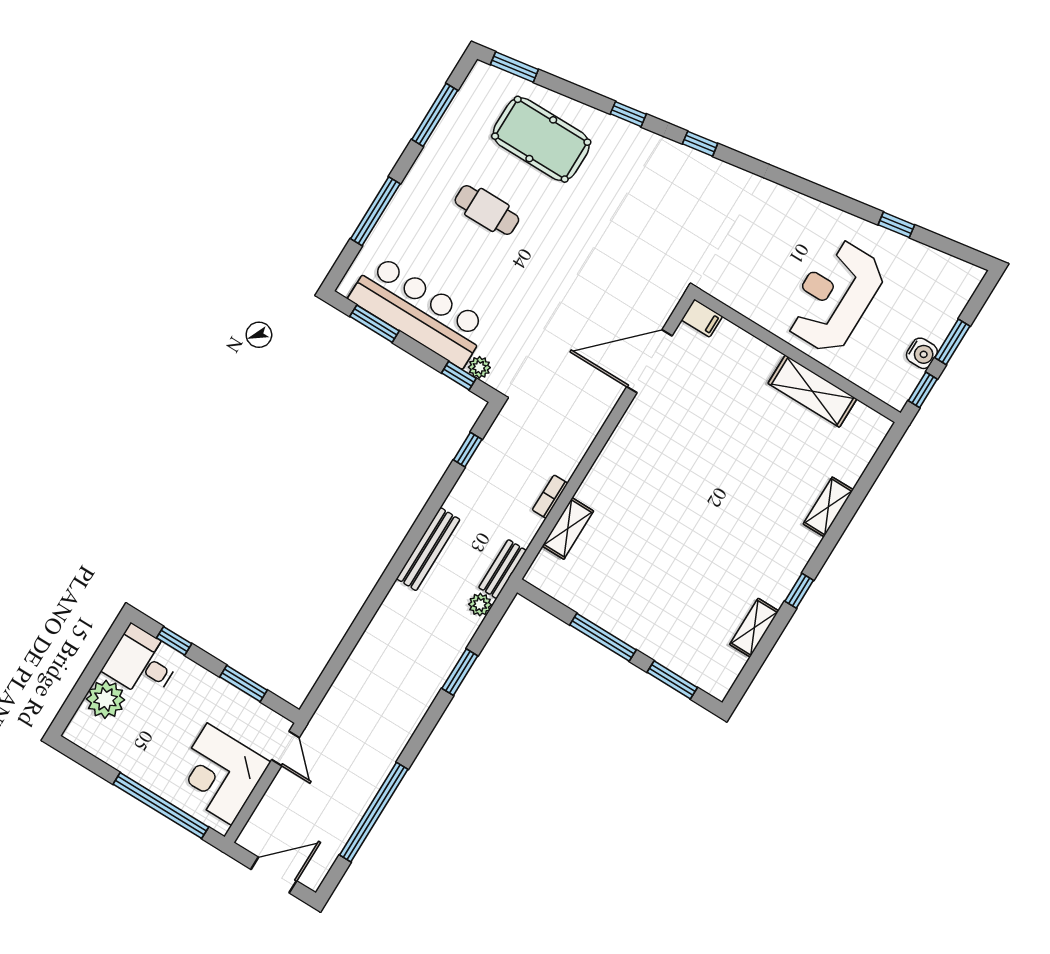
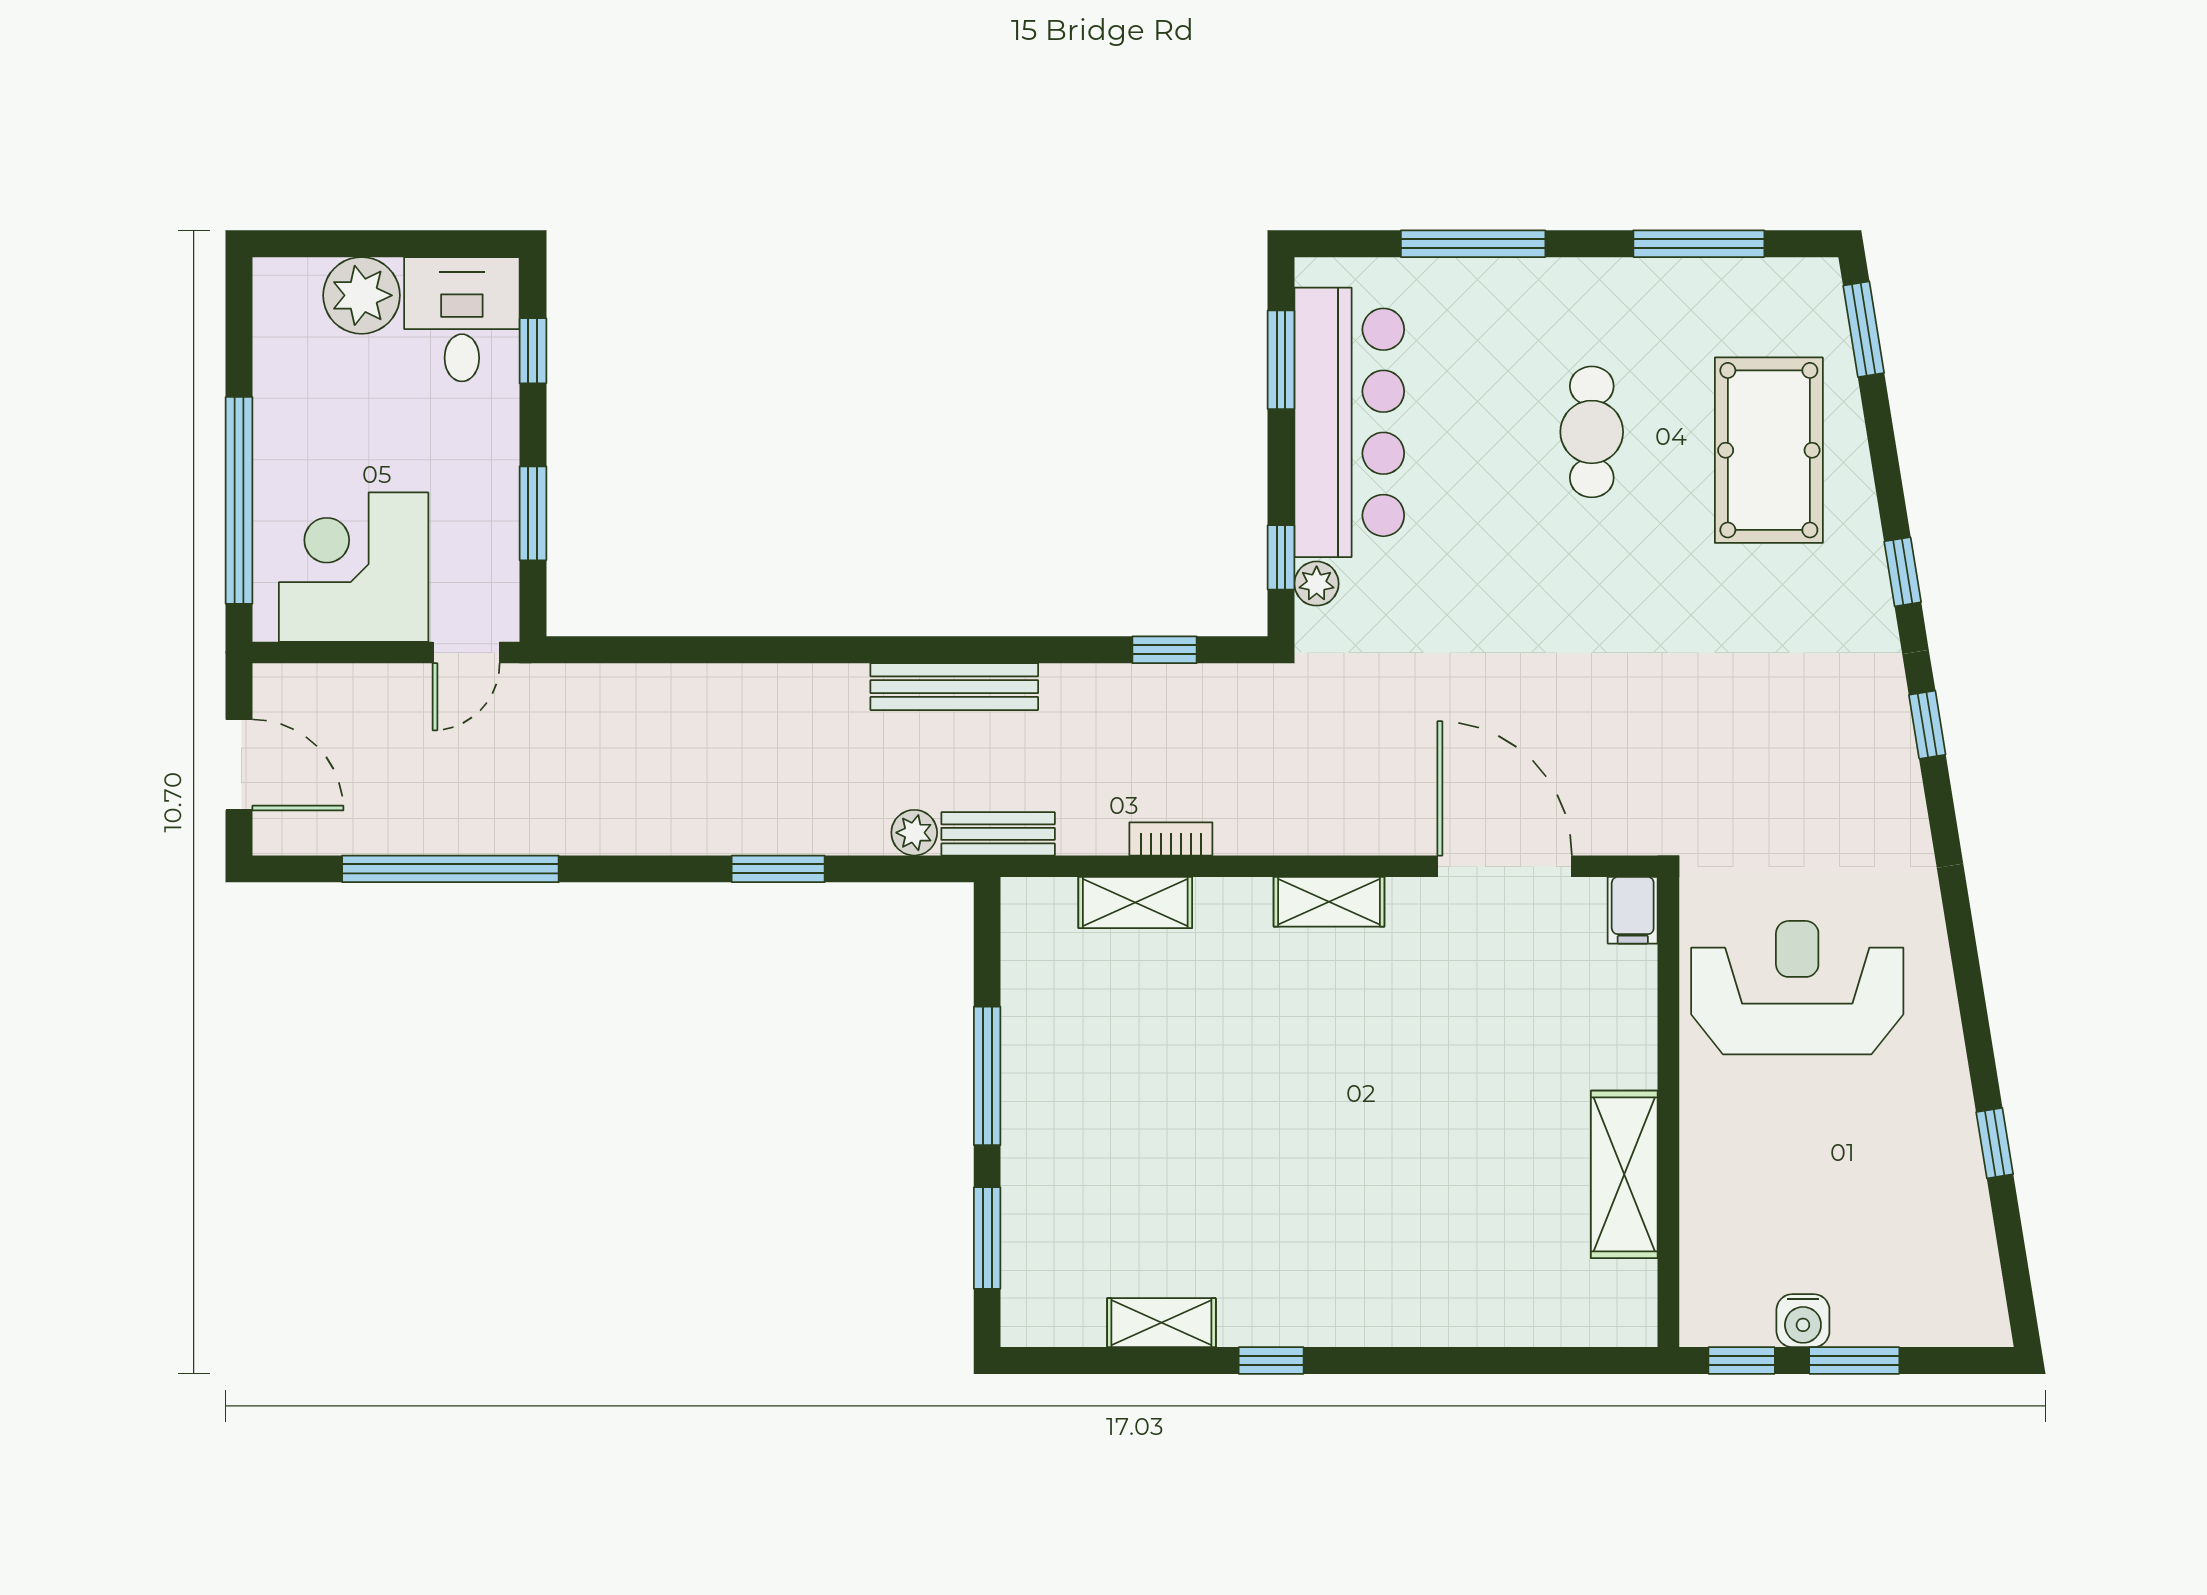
reception desk: (834, 296) -> (1797, 988), moved
shelving: (828, 507) -> (1329, 902), moved

